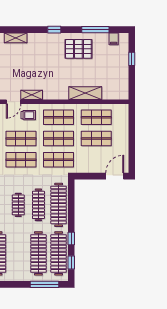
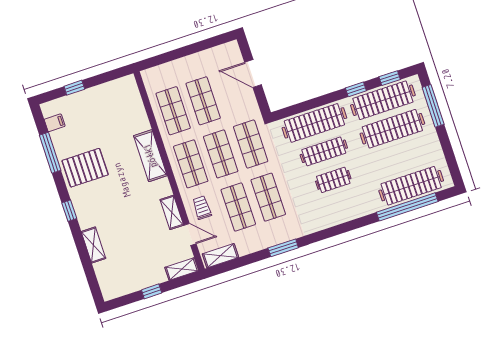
shelving: (16, 38) -> (93, 245), moved
pallet: (78, 49) -> (85, 168), turned 90
shelving: (85, 93) -> (150, 156), moved
door: (115, 176) -> (253, 74), moved

